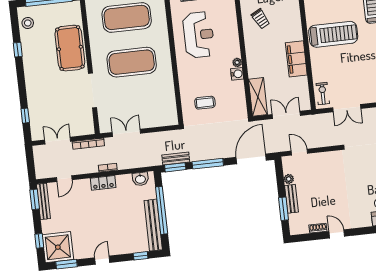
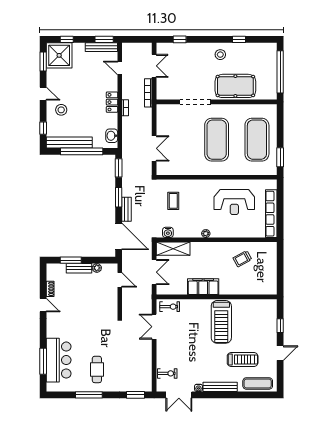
stool: (28, 23) -> (220, 55), moved
water cooler: (237, 74) -> (168, 232), moved
double door: (126, 133) -> (154, 148), moved
door: (299, 152) -> (120, 280), hinge flipped
bench: (176, 158) -> (126, 209), moved
window: (208, 164) -> (119, 197), width x0.69
door: (337, 234) -> (43, 305), hinge flipped
stool: (118, 238) -> (61, 110), added

